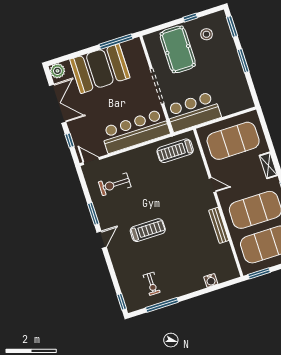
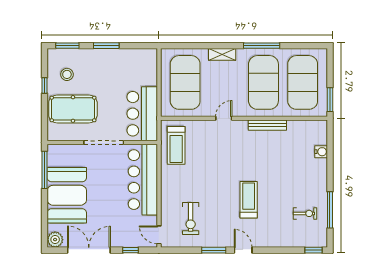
door: (91, 161) -> (159, 235), hinge flipped

